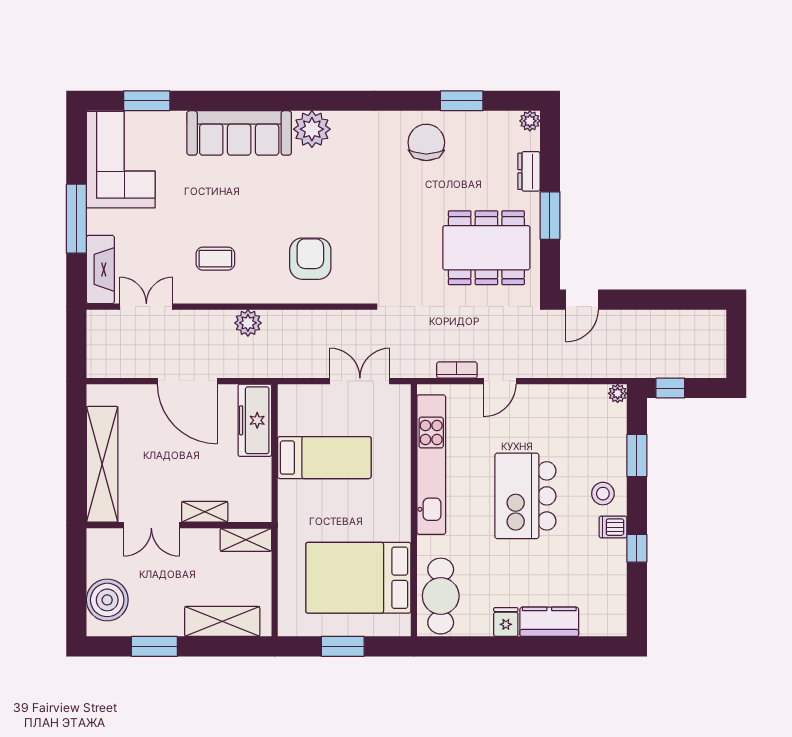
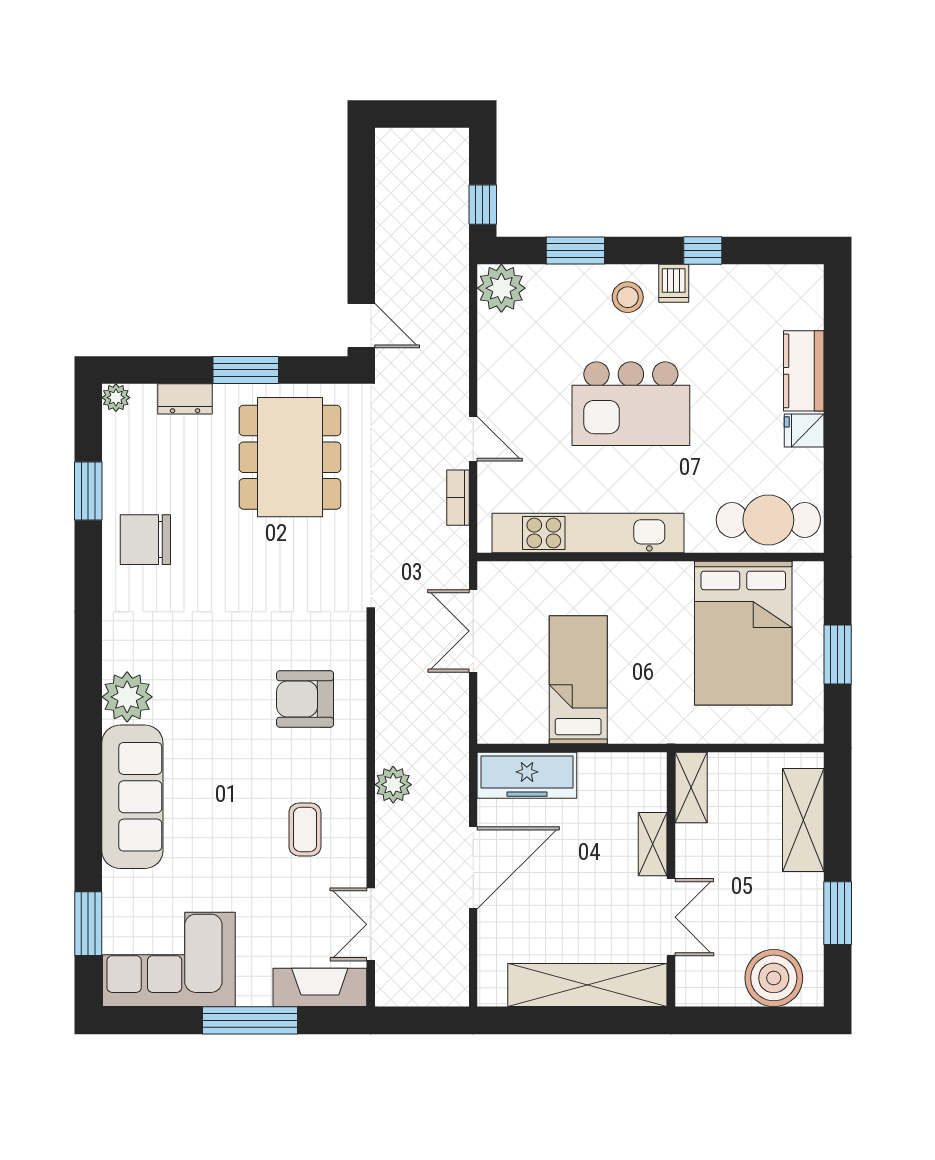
plant: (618, 393) -> (501, 288), width x1.87, depth x1.87

